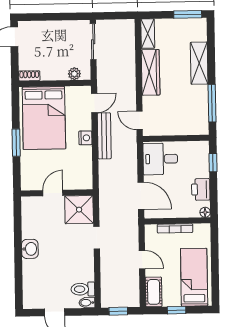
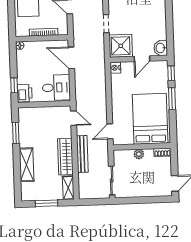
window: (188, 14) -> (47, 203), moved
plant: (74, 74) -> (139, 154), moved
window: (212, 103) -> (16, 133), width x0.69
bench: (104, 136) -> (82, 154), moved
nightstand: (85, 138) -> (115, 68), moved
window: (17, 174) -> (171, 73), added
printer: (201, 189) -> (25, 93), moved
washbasin: (30, 249) -> (161, 48), moved

